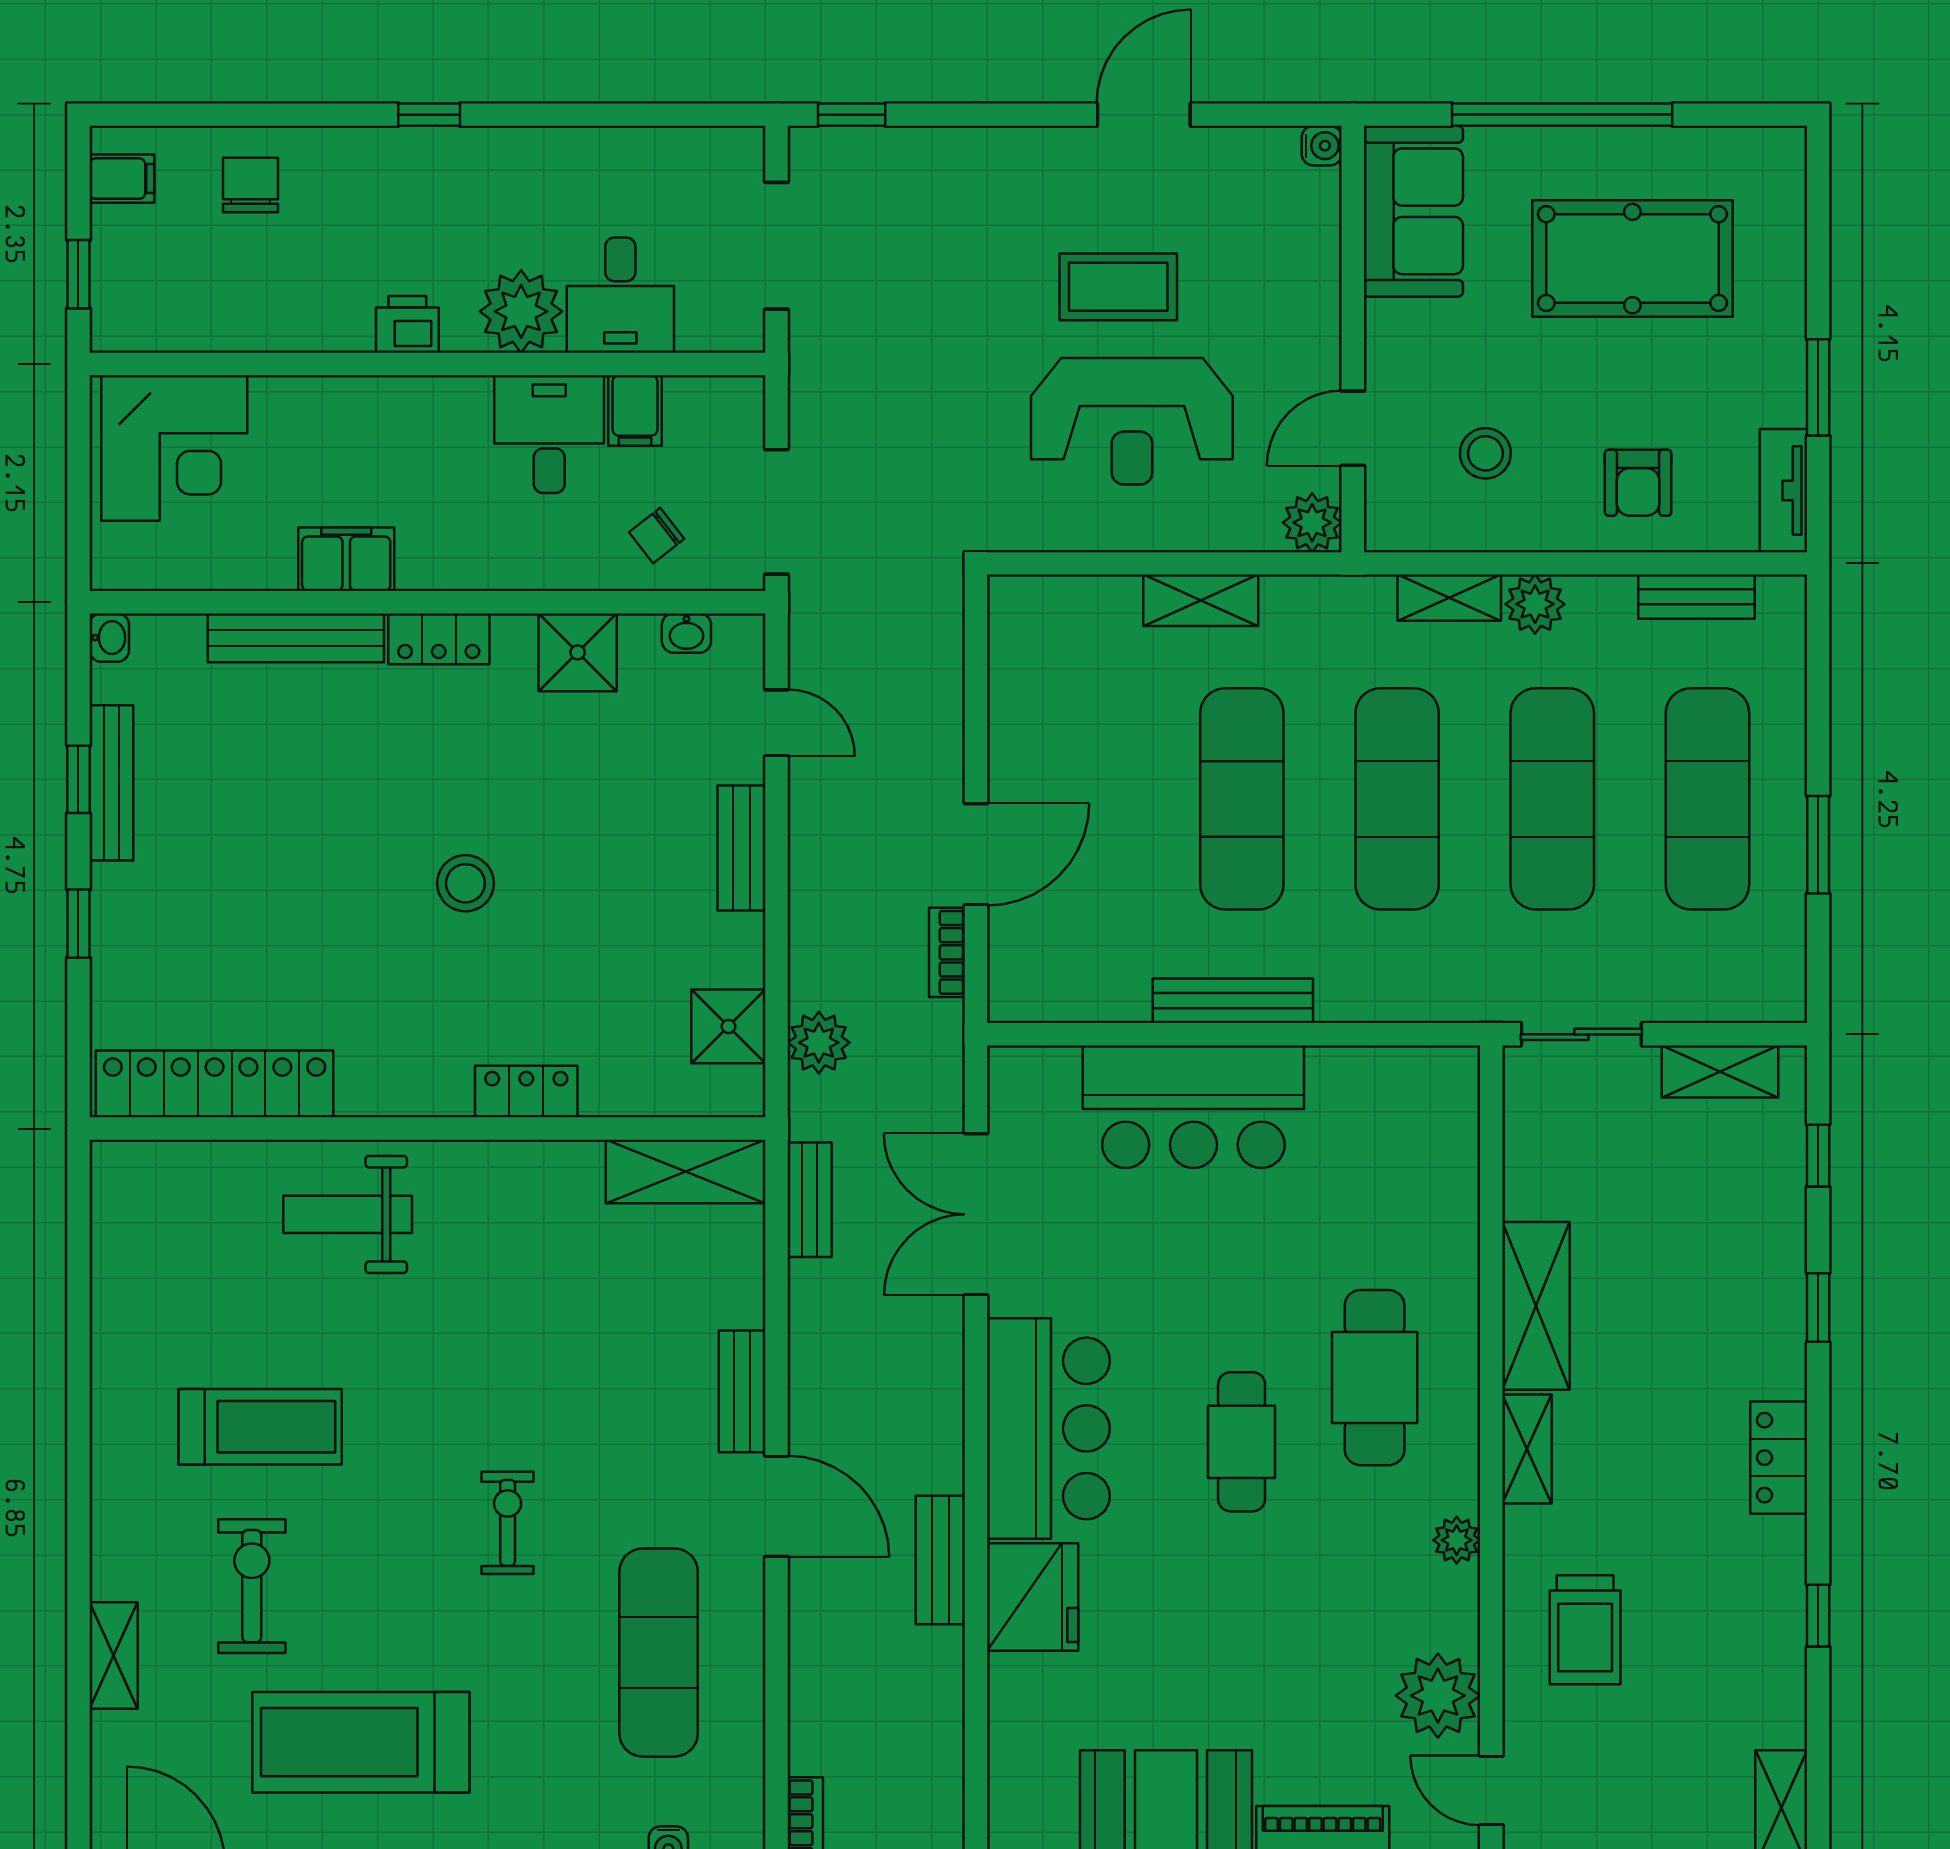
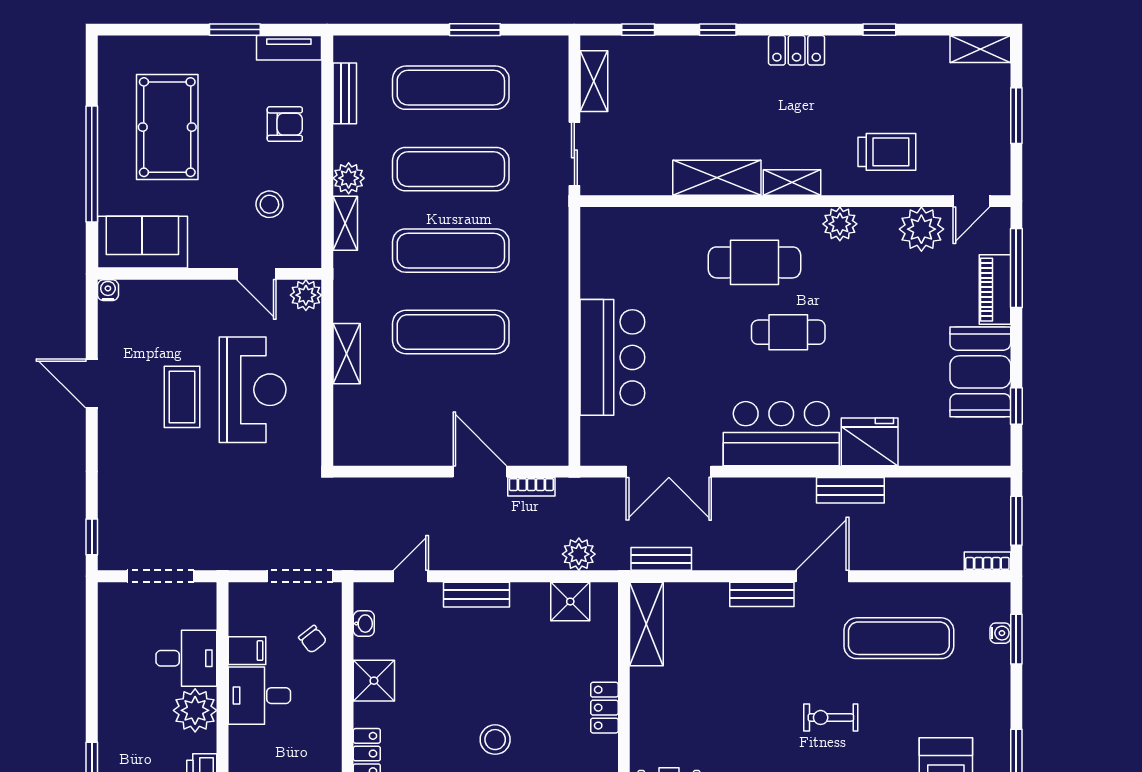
bench: (1233, 1001) -> (557, 337), removed
plant: (1457, 1540) -> (840, 224), width x1.38, depth x1.38

